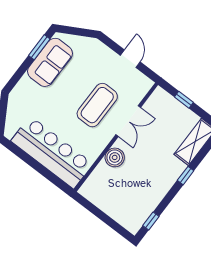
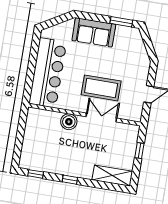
sofa: (50, 62) -> (94, 32), moved
double door: (128, 121) -> (101, 117), swing flipped
window: (186, 176) -> (70, 180), moved

